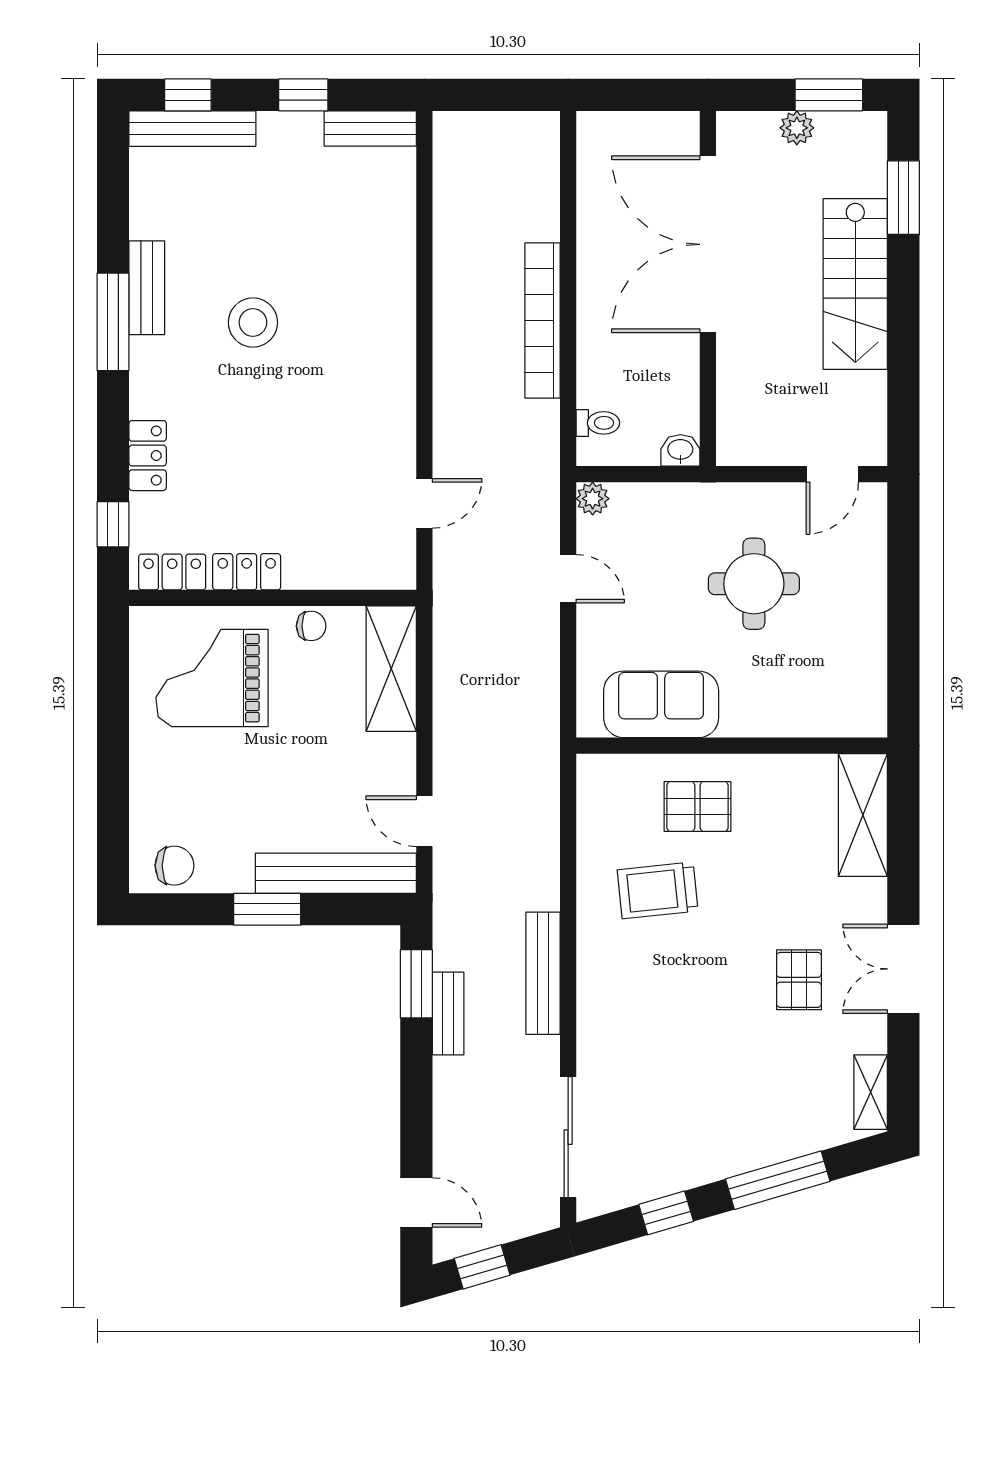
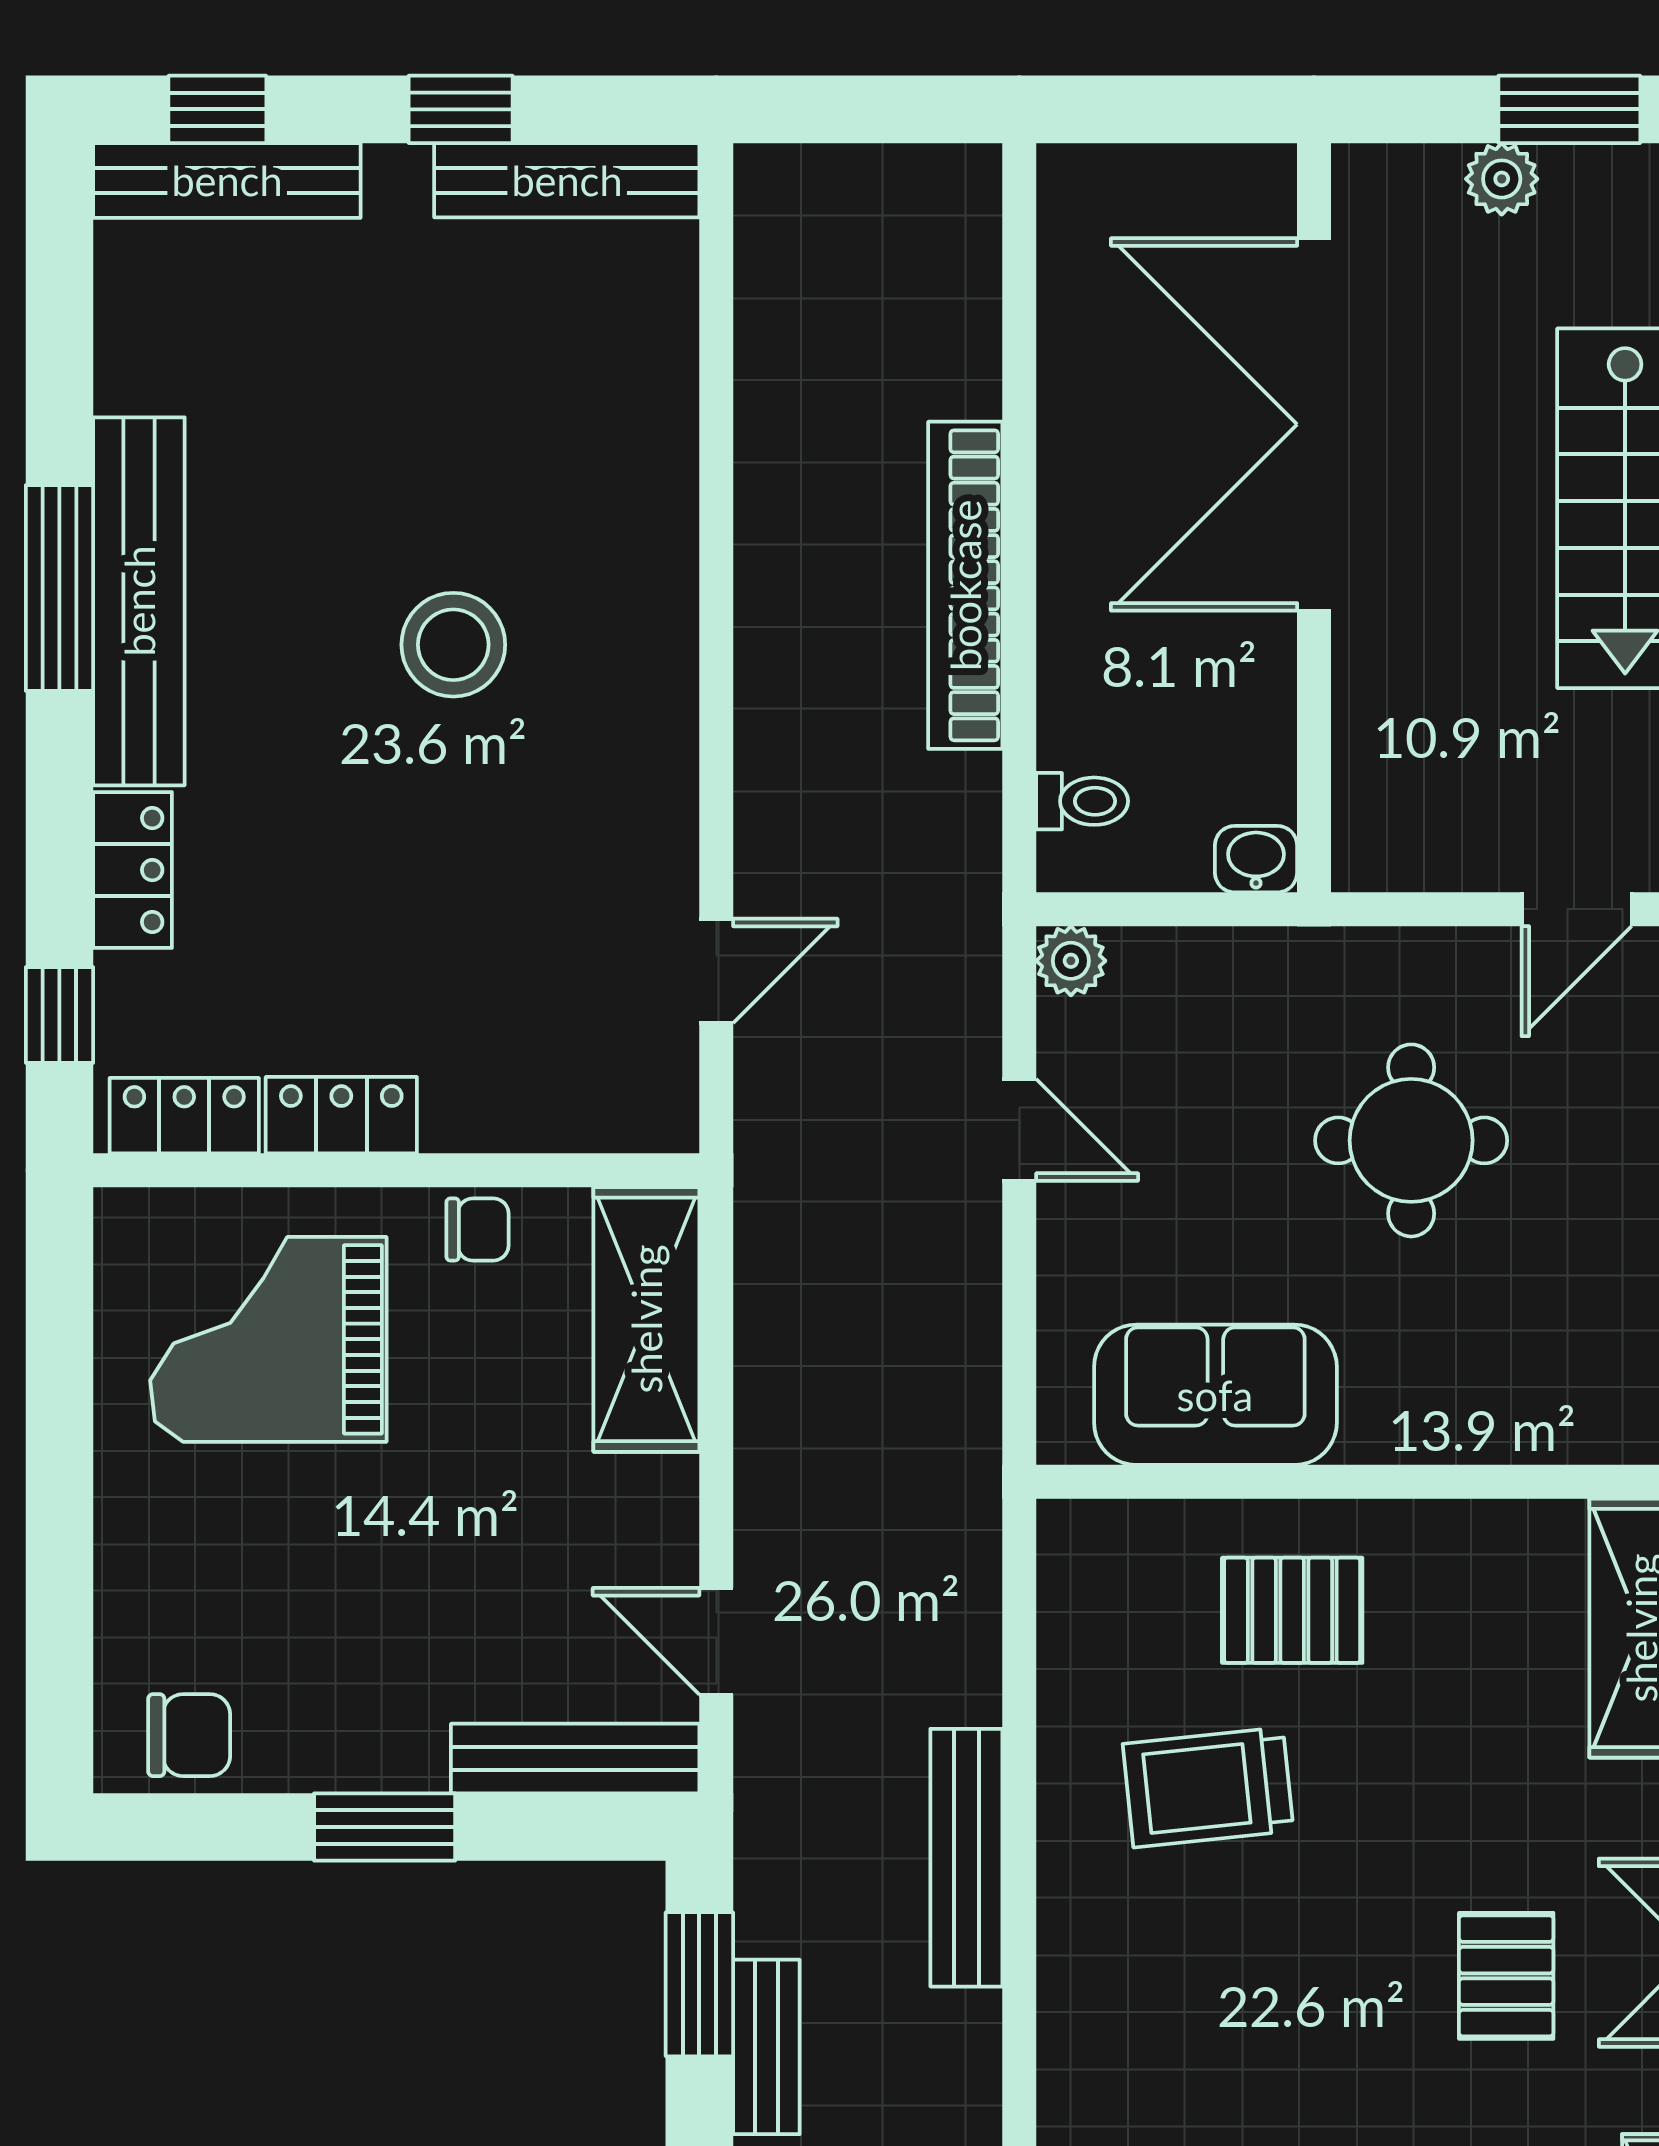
bench: (370, 128) -> (567, 180), width x1.36
bench: (147, 288) -> (139, 601), width x1.86, depth x1.21
stool: (253, 322) -> (453, 645), moved
bench: (336, 873) -> (575, 1759), width x0.73, depth x0.82
bench: (543, 973) -> (966, 1858), moved

